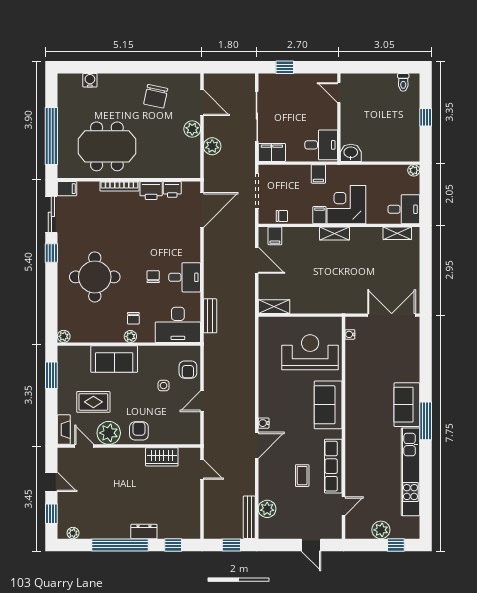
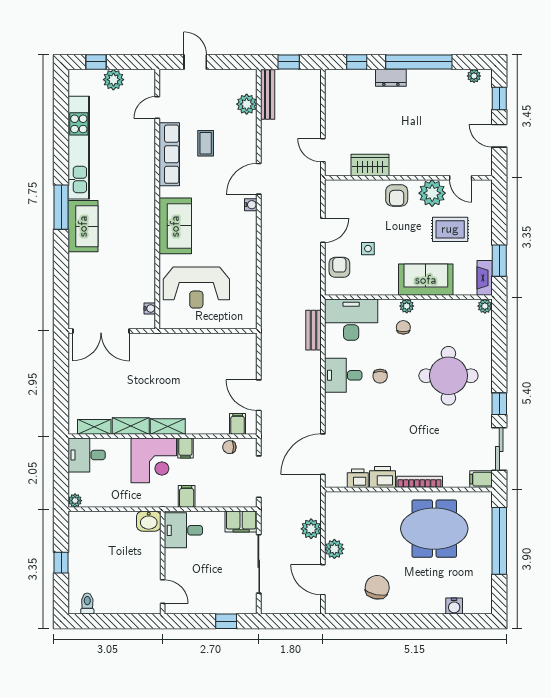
shelving: (274, 307) -> (131, 426), moved
fireplace: (64, 430) -> (485, 278), moved

